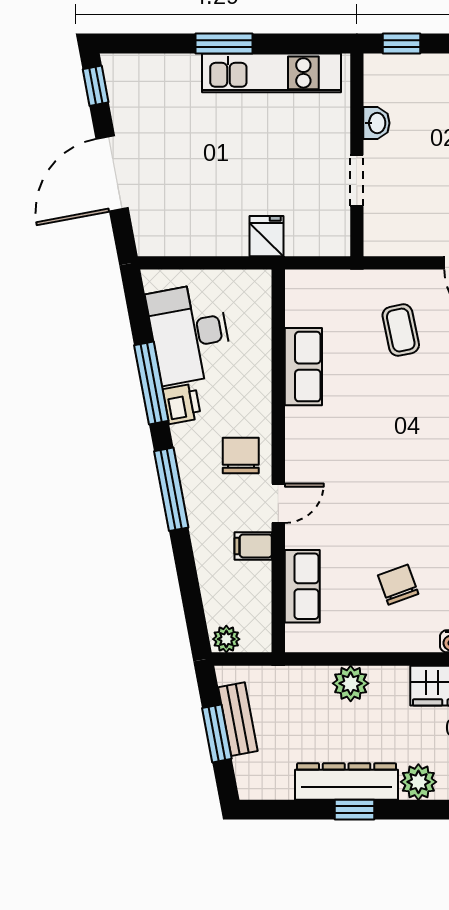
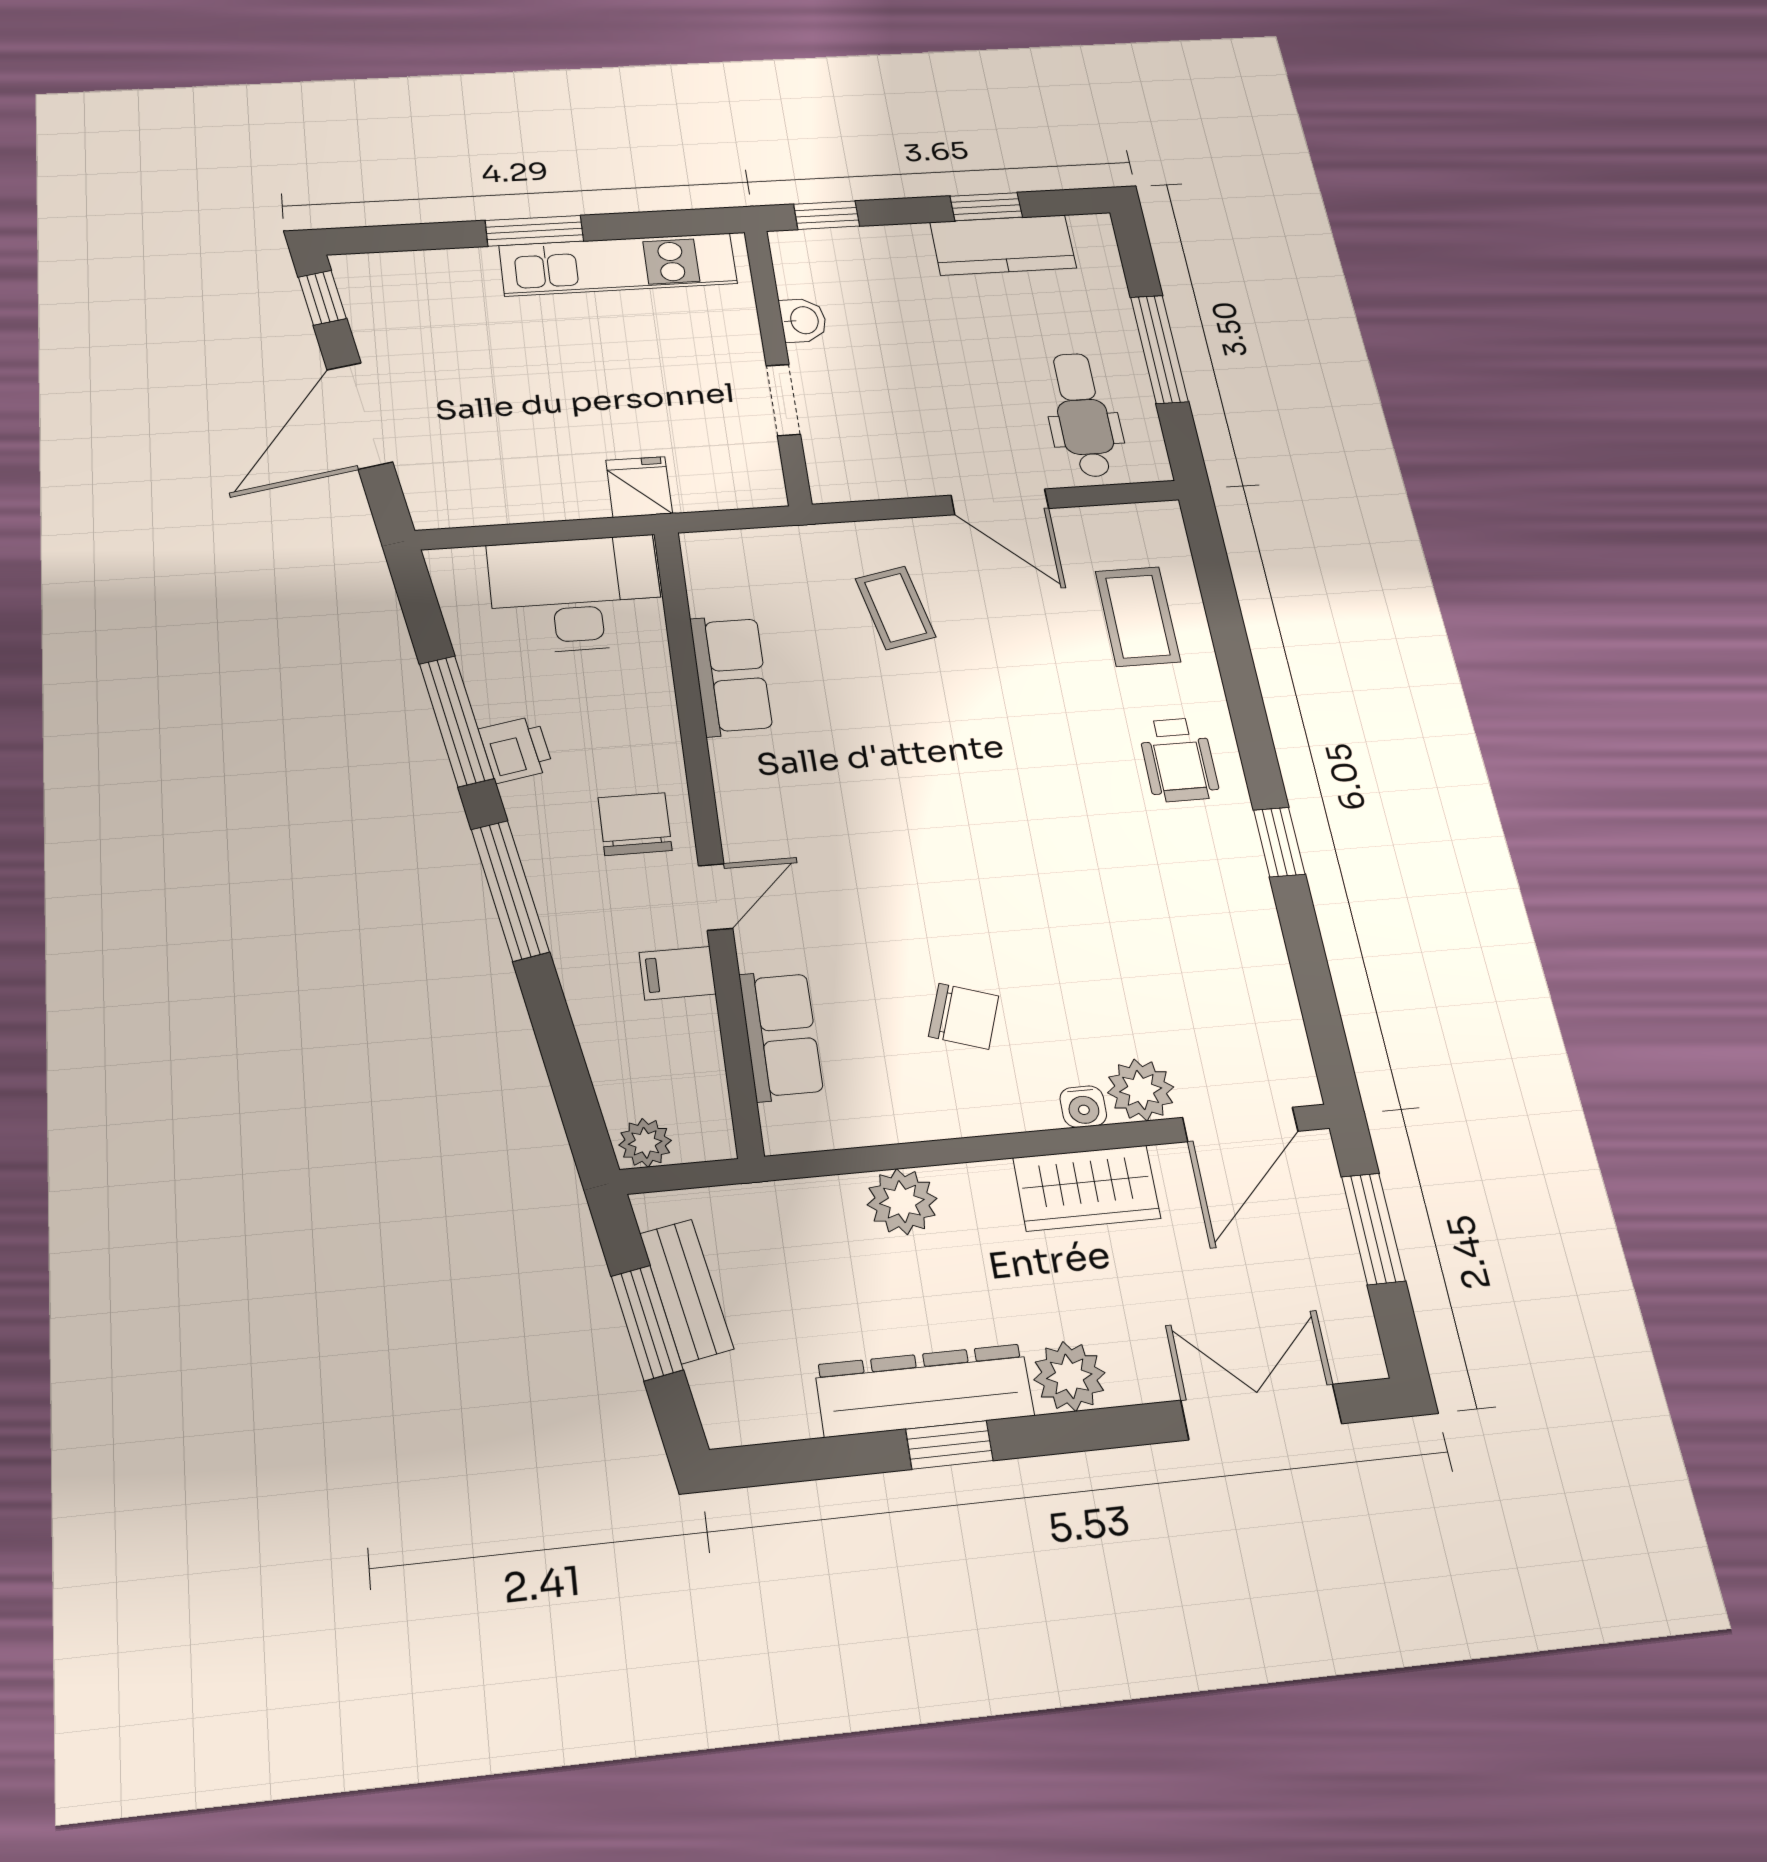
desk: (190, 334) -> (576, 594), moved, turned 101
chair: (398, 585) -> (964, 1016), turned 129

